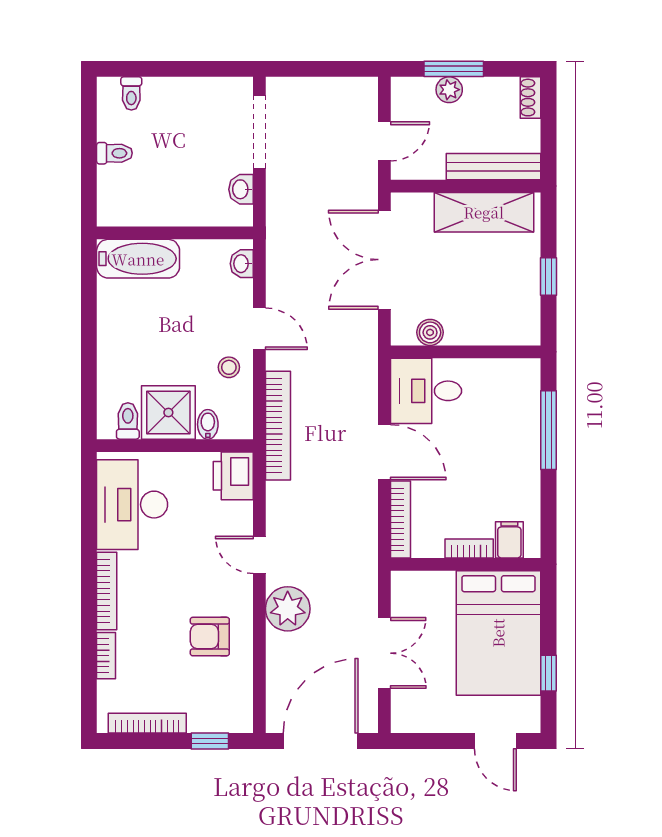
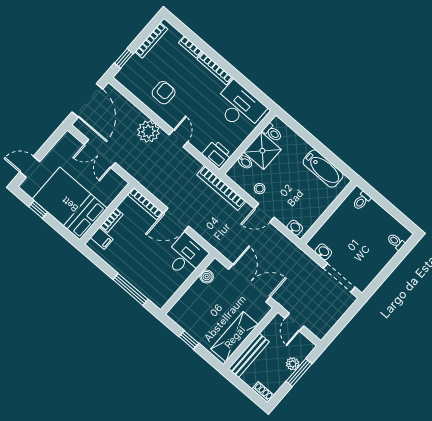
toilet: (114, 153) -> (362, 201), moved
bathtub: (138, 259) -> (323, 169), moved, turned -90
door: (259, 555) -> (178, 138), hinge flipped

